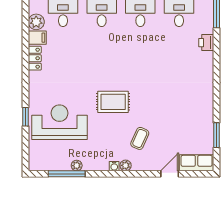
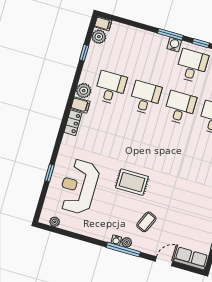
reception desk: (59, 122) -> (79, 186), turned -90
plant: (77, 166) -> (55, 222), moved
window: (67, 174) -> (123, 250), moved

